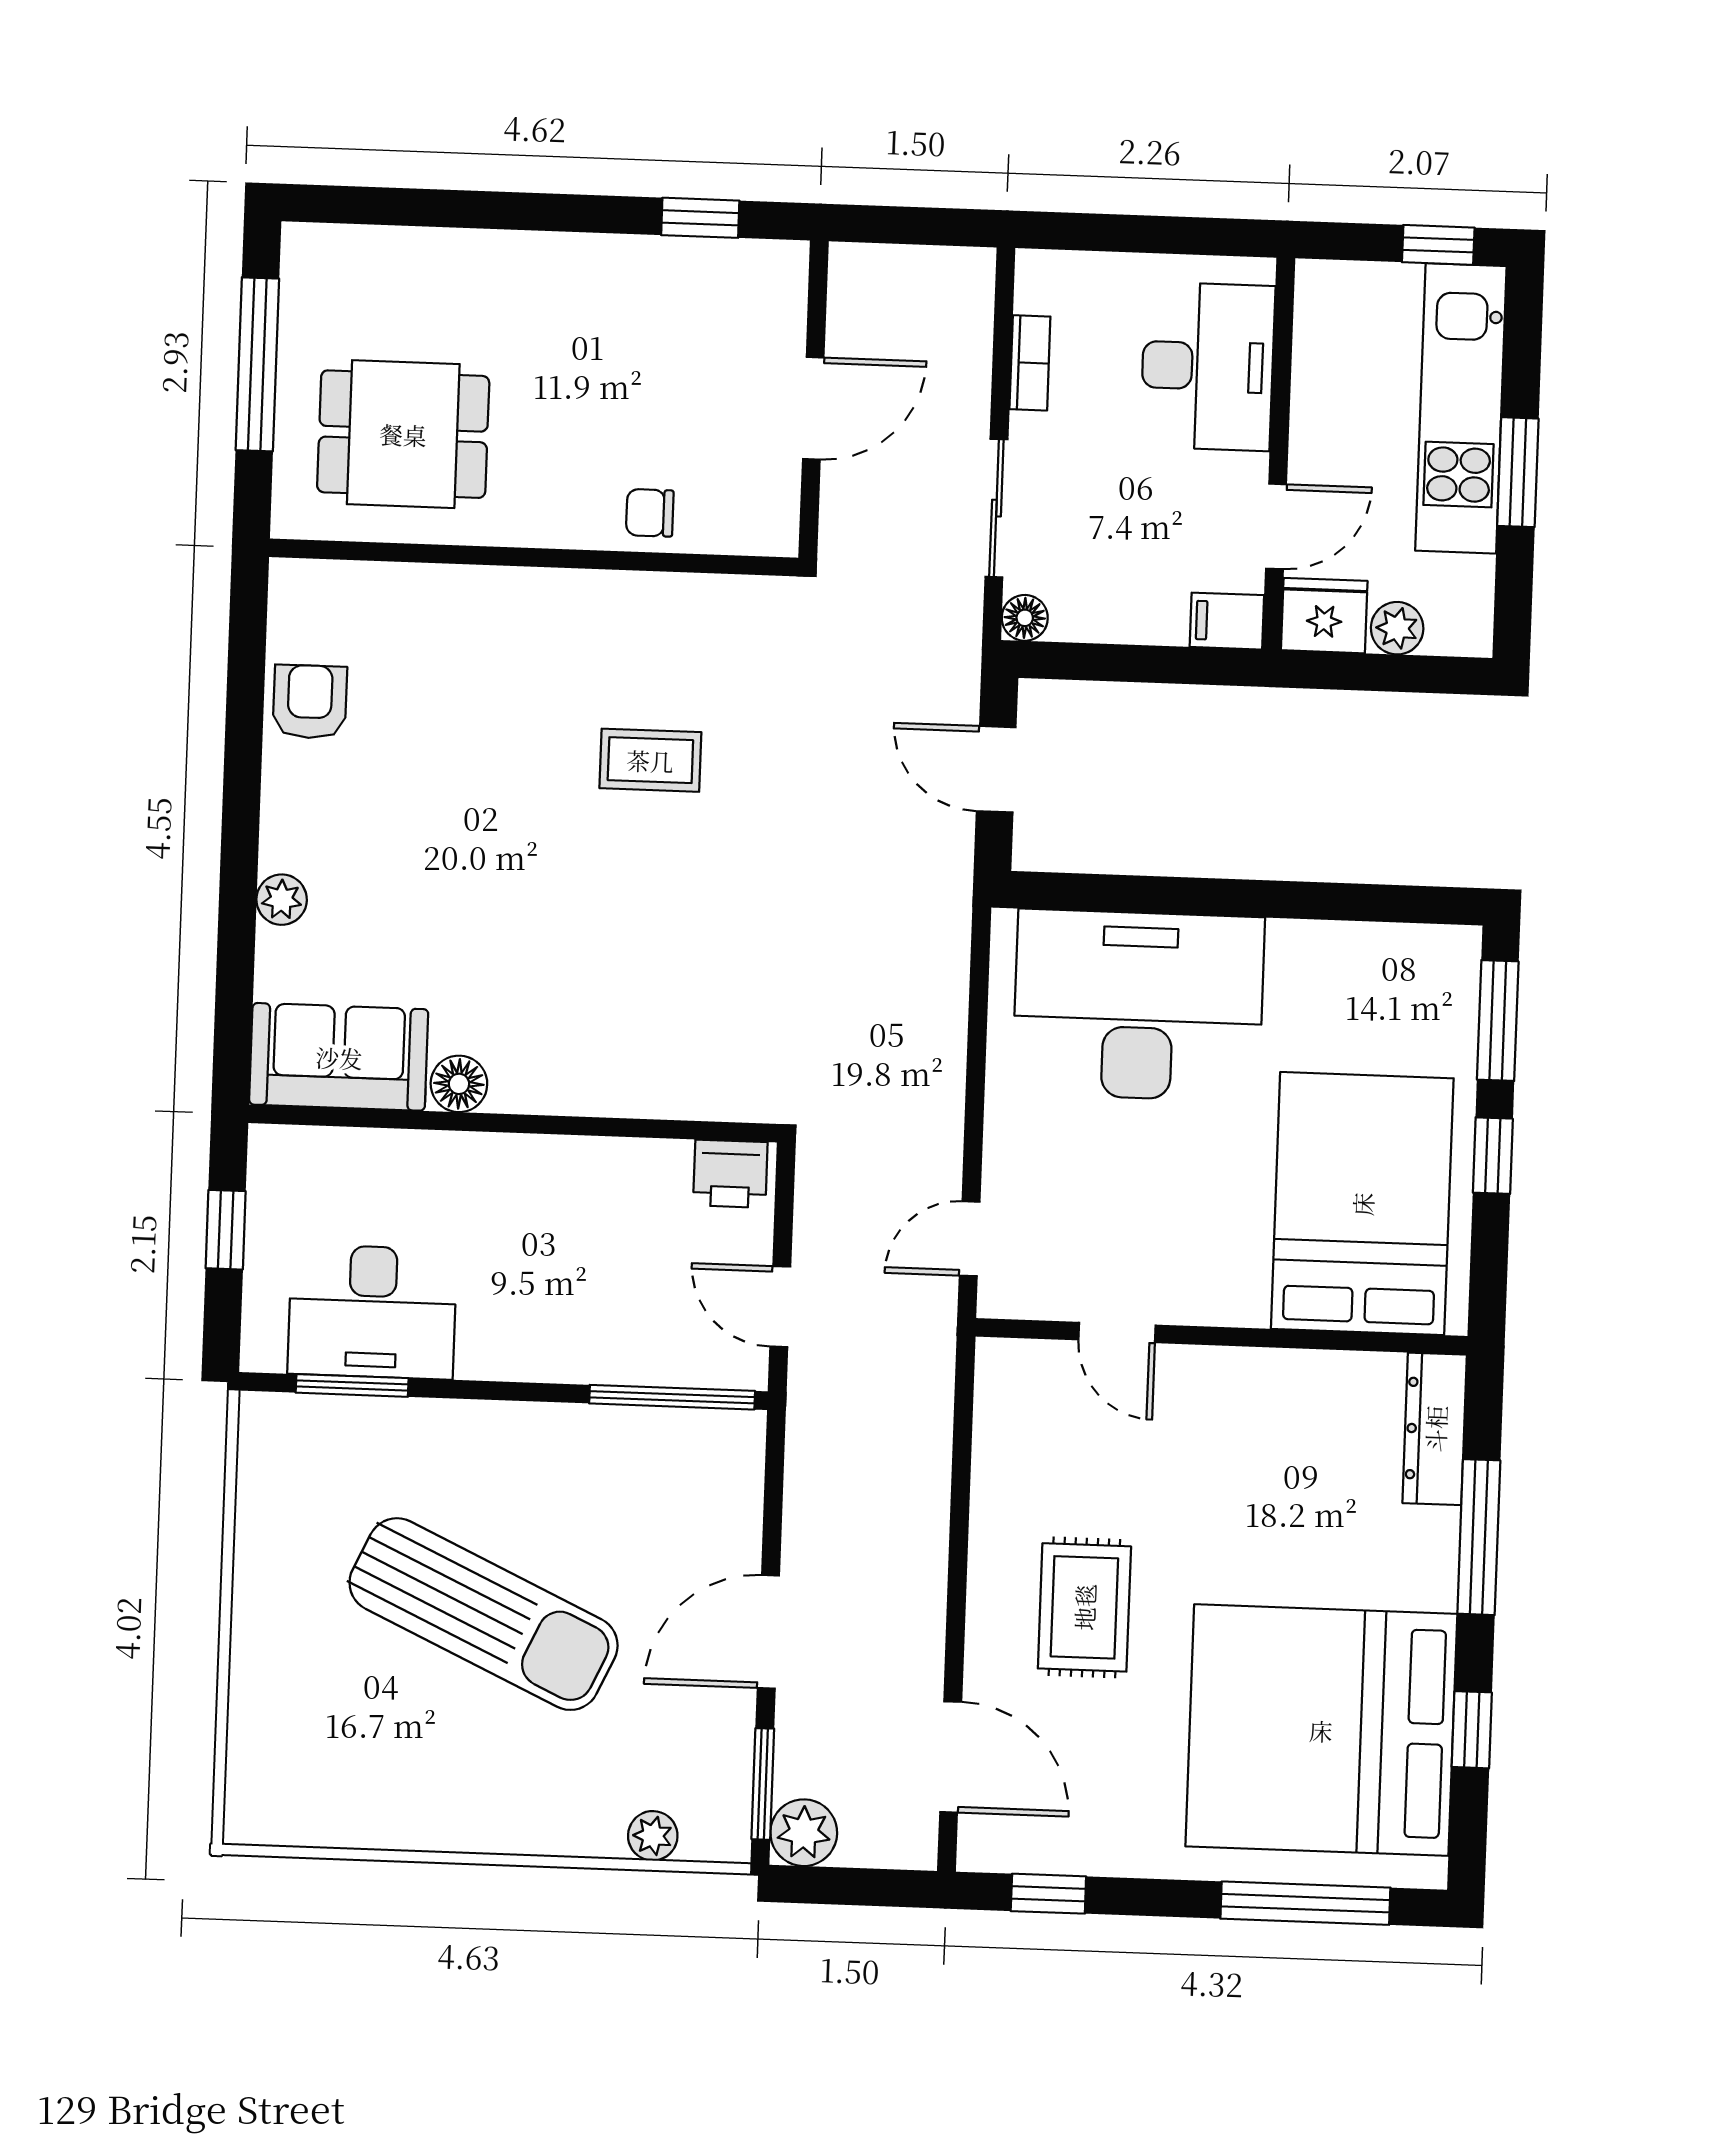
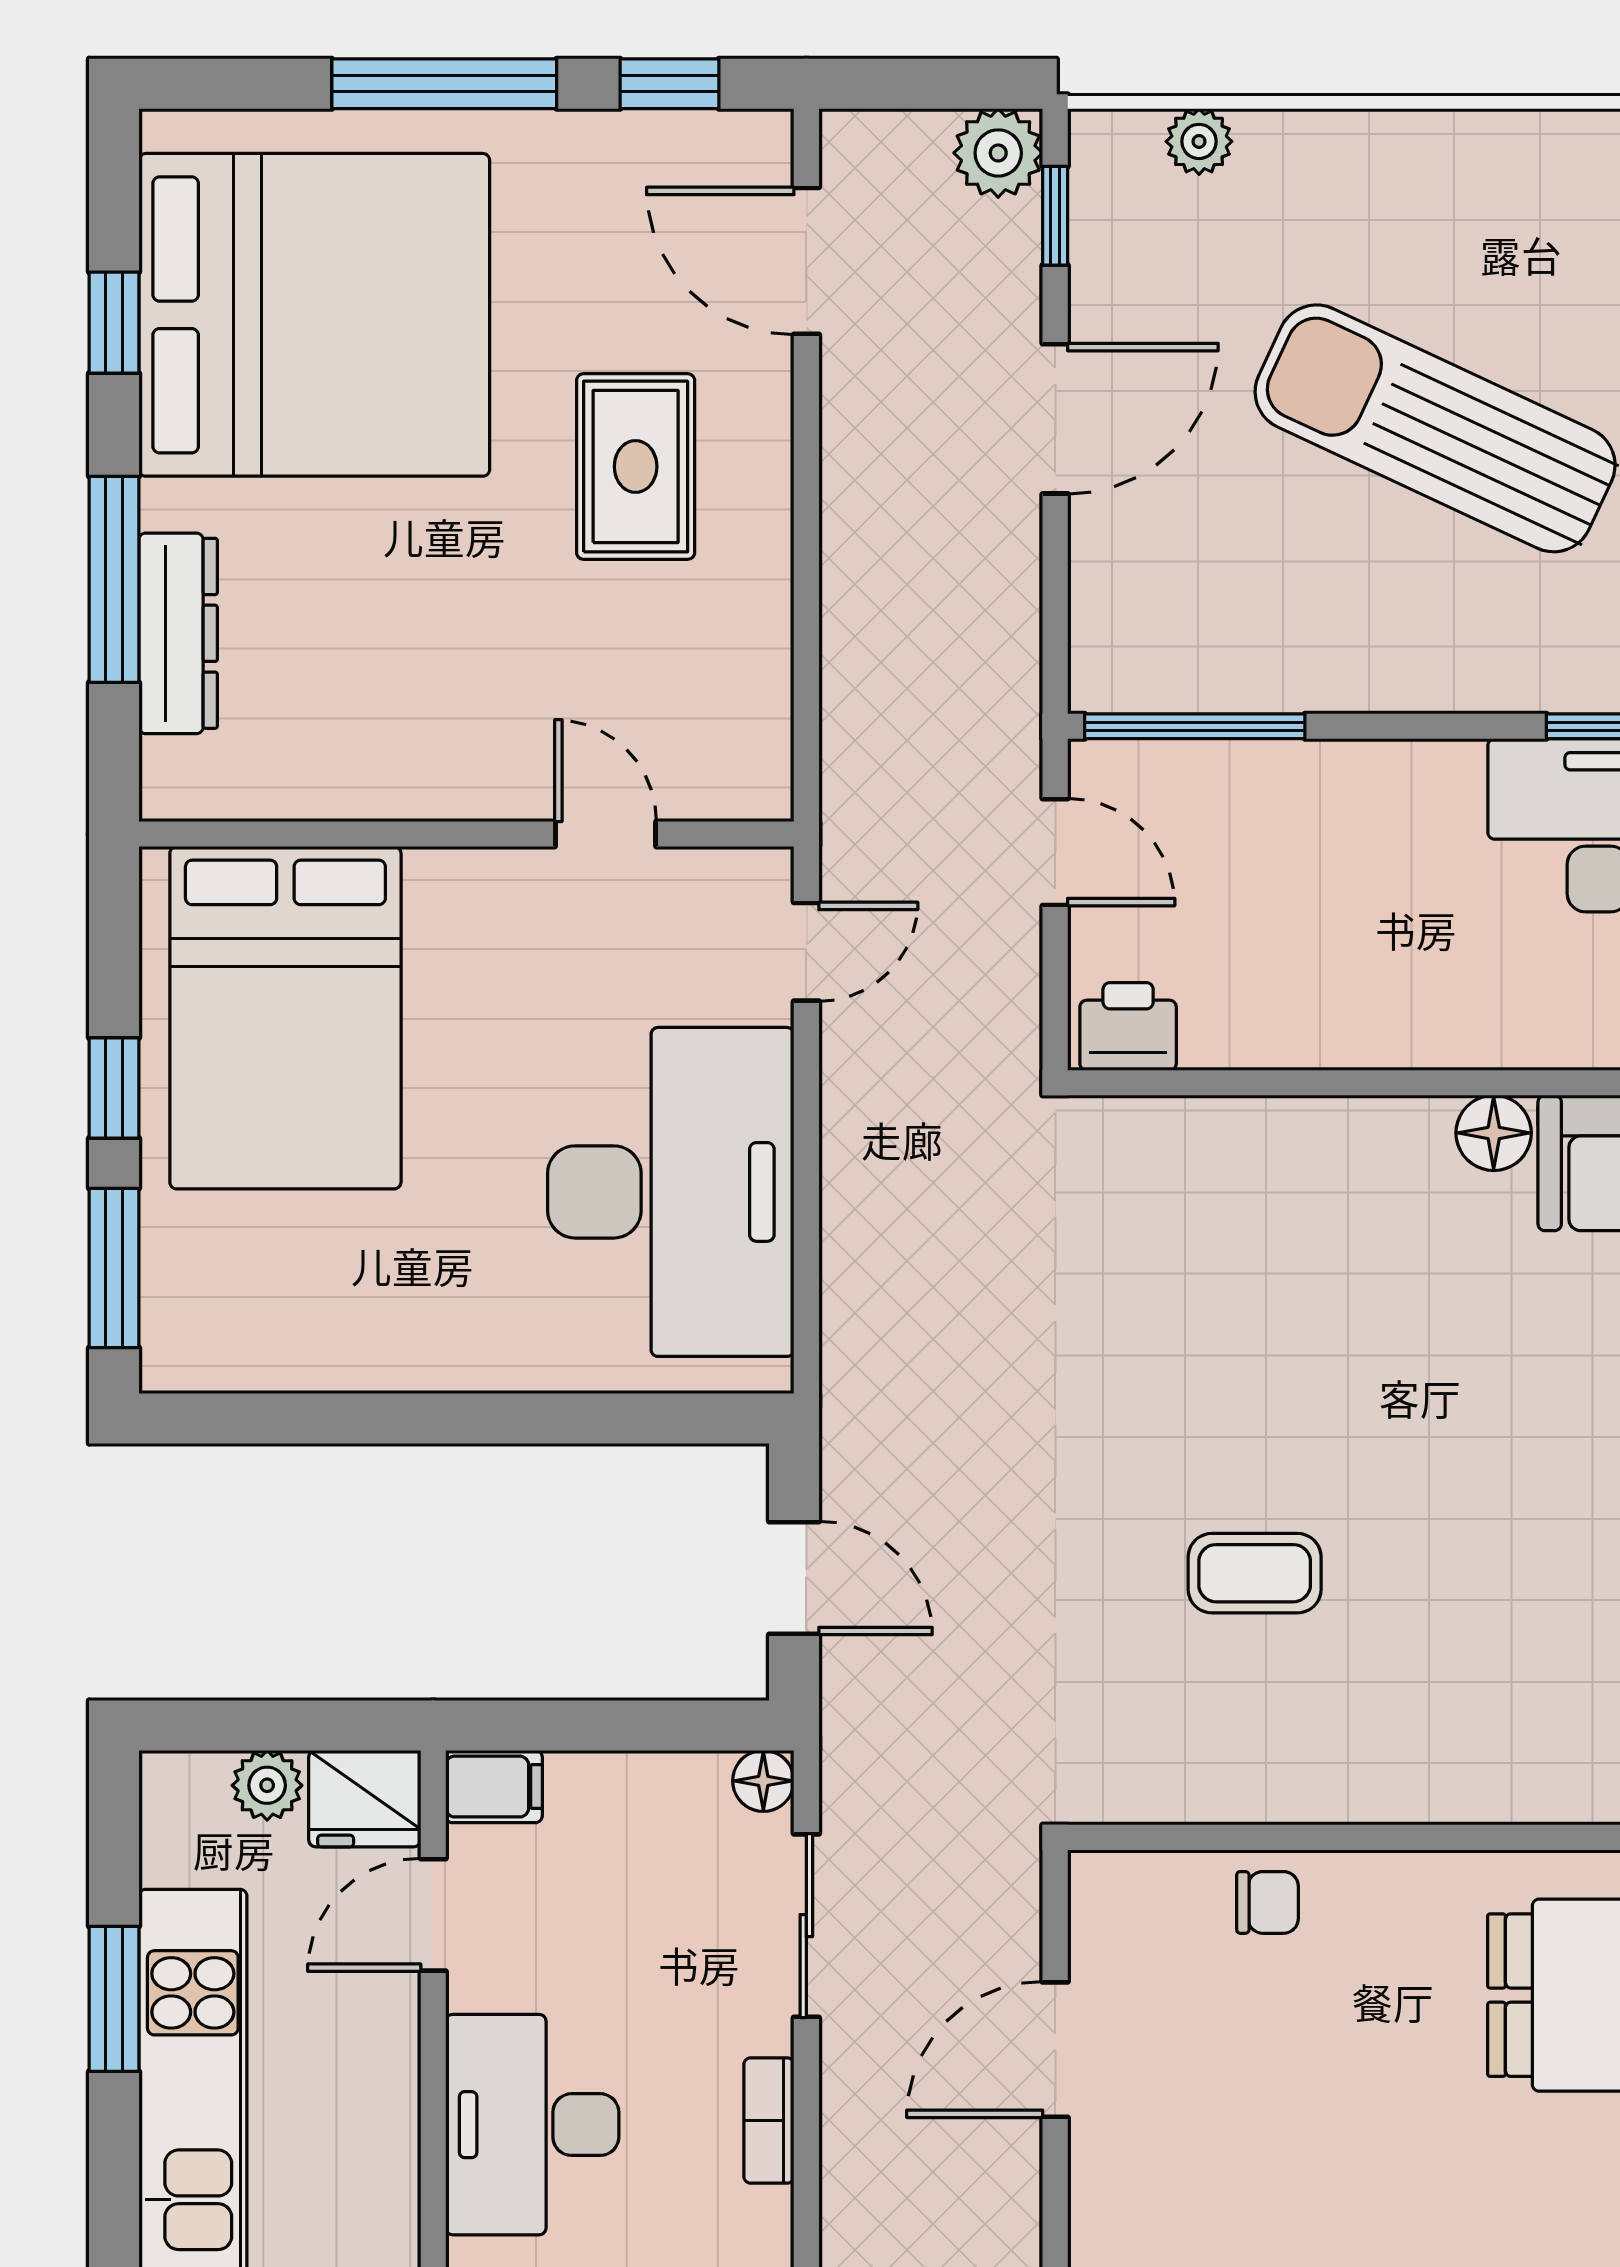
desk: (1138, 1005) -> (671, 1192), moved, turned -90
dresser: (1435, 1429) -> (178, 633), moved
window: (763, 1784) -> (1055, 216), width x0.67
window: (1305, 1903) -> (444, 84), moved

